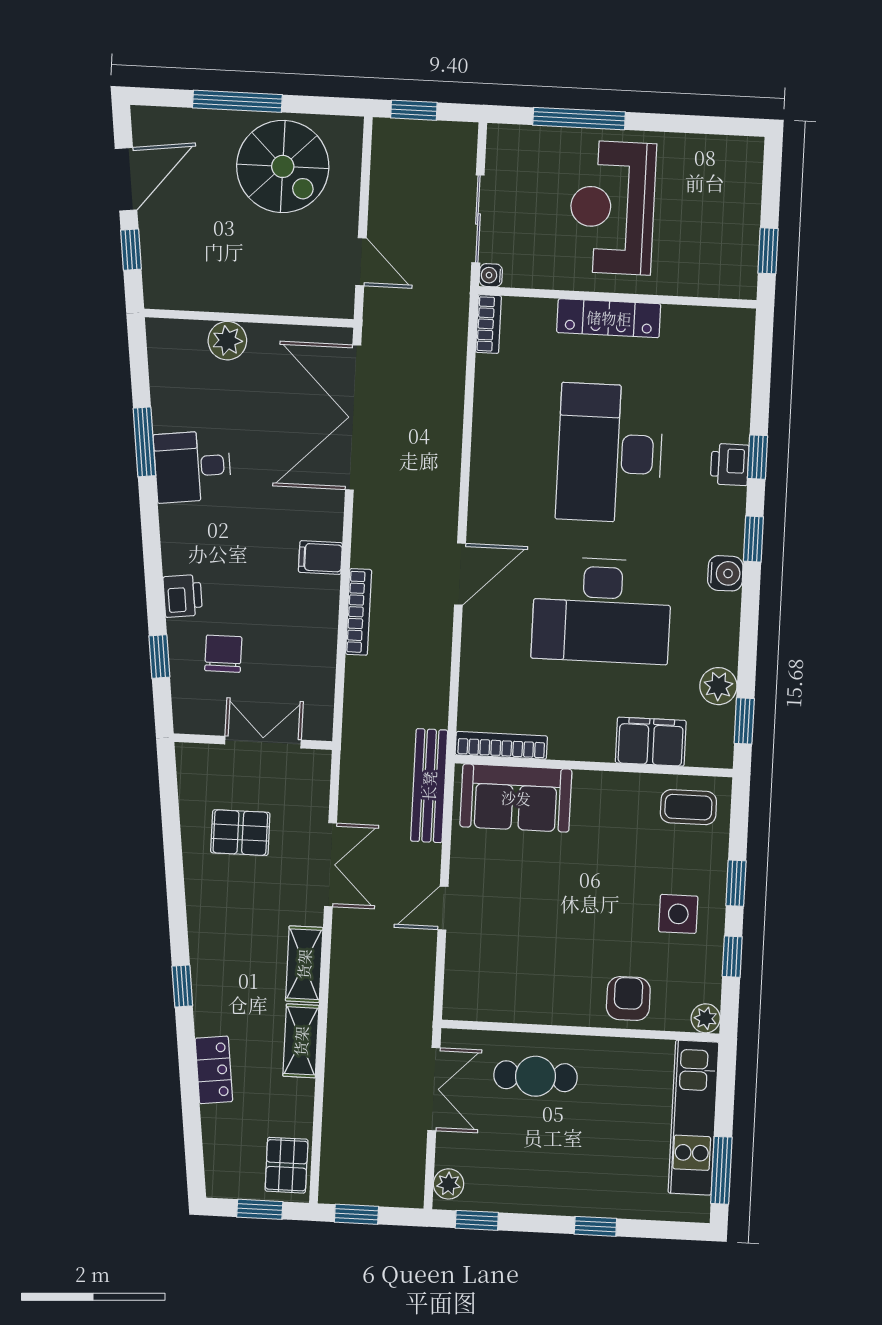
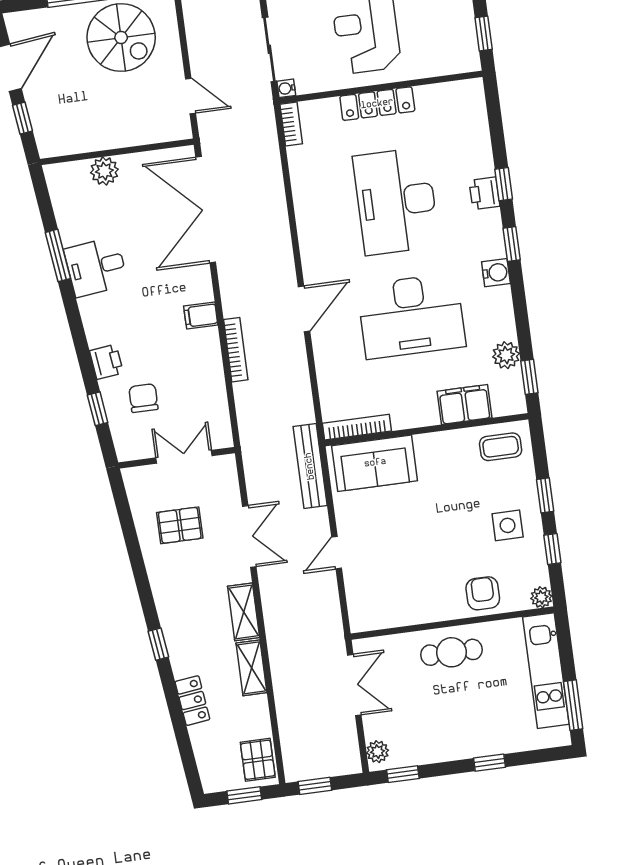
cafe table: (535, 1076) -> (451, 652), moved

